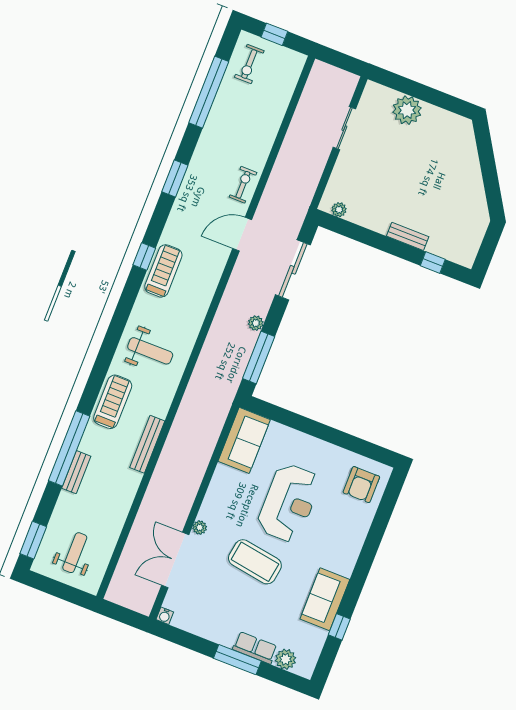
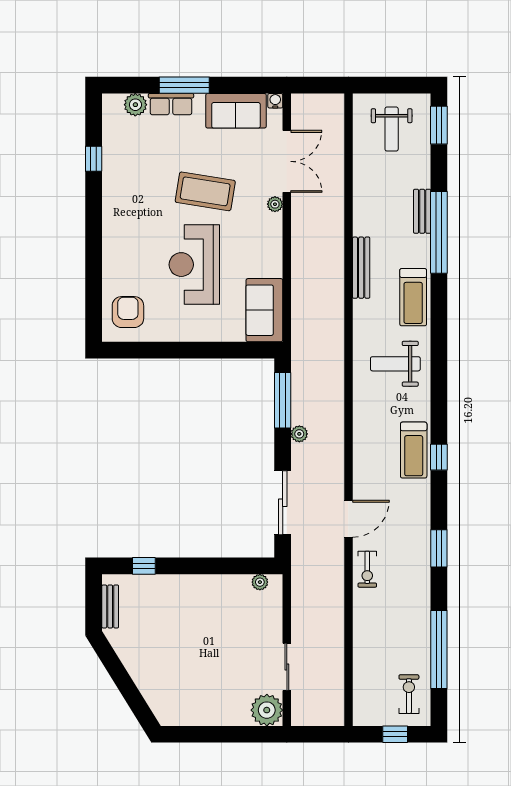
plant: (407, 110) -> (267, 710), moved
bench: (408, 236) -> (110, 606), moved, turned 90
sofa: (325, 599) -> (236, 111), moved, turned 90

